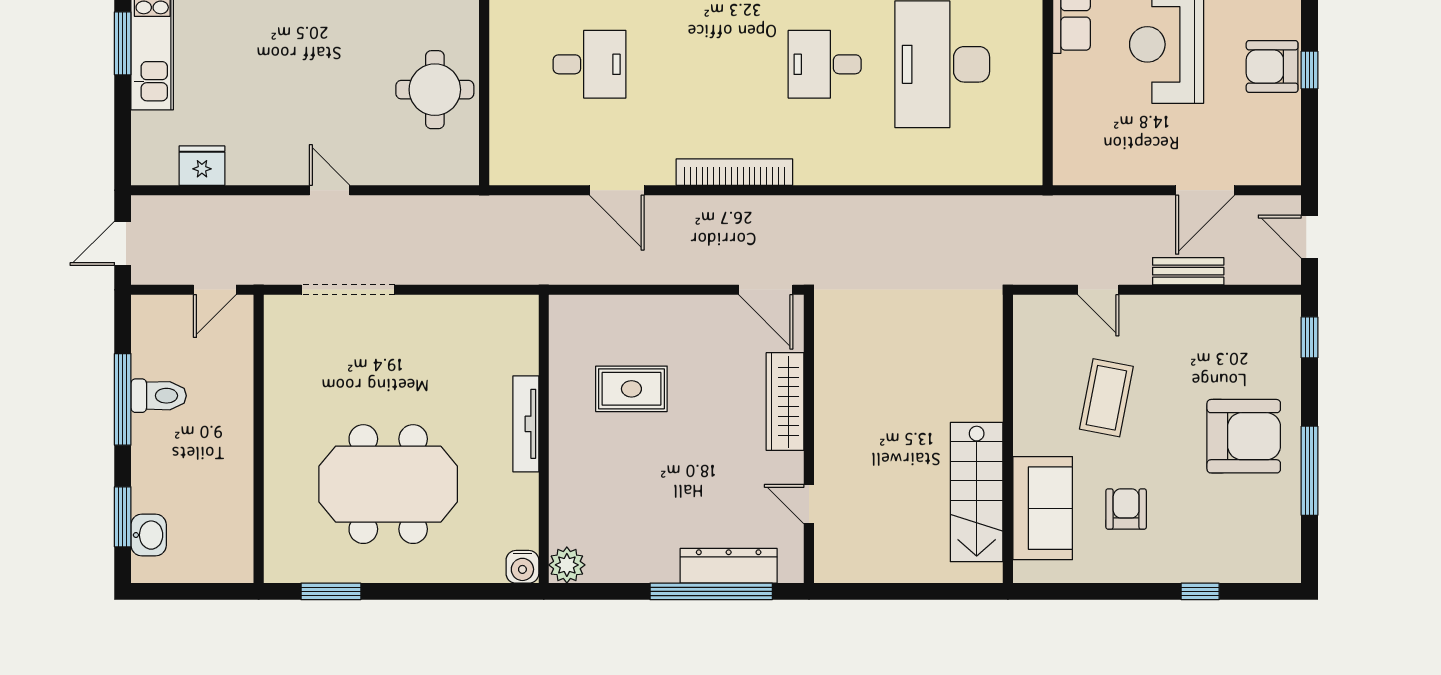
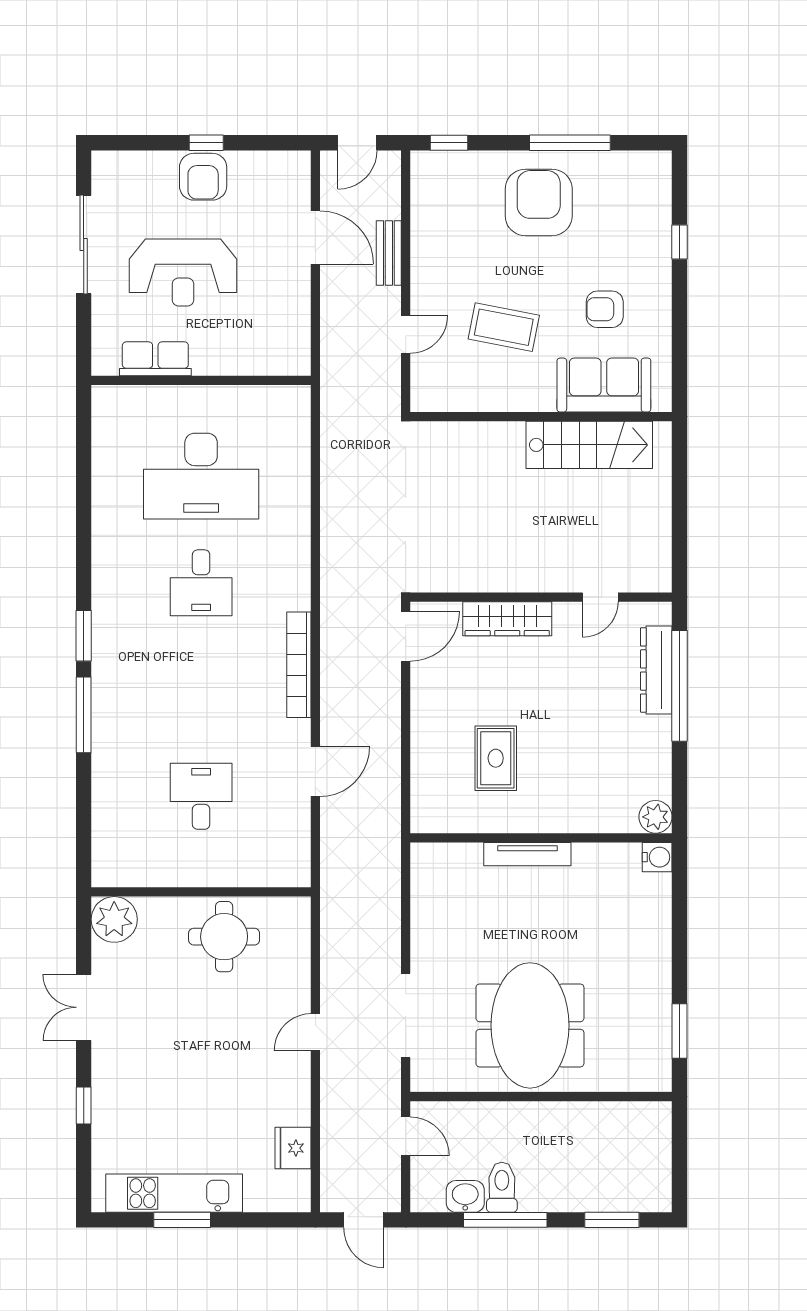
meeting table: (388, 484) -> (530, 1025), moved
washbasin: (149, 535) -> (465, 1196), moved

